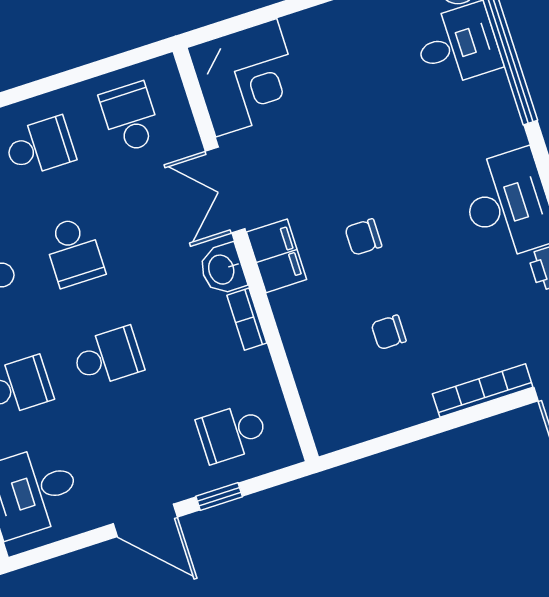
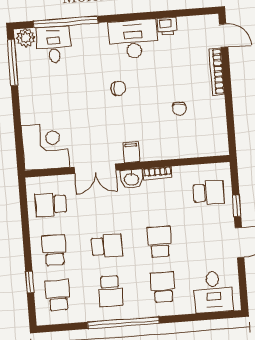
chair: (363, 237) -> (118, 88), moved, turned -90
filing cabinet: (277, 256) -> (131, 152), width x0.50
school desk: (232, 433) -> (209, 193), turned -90

